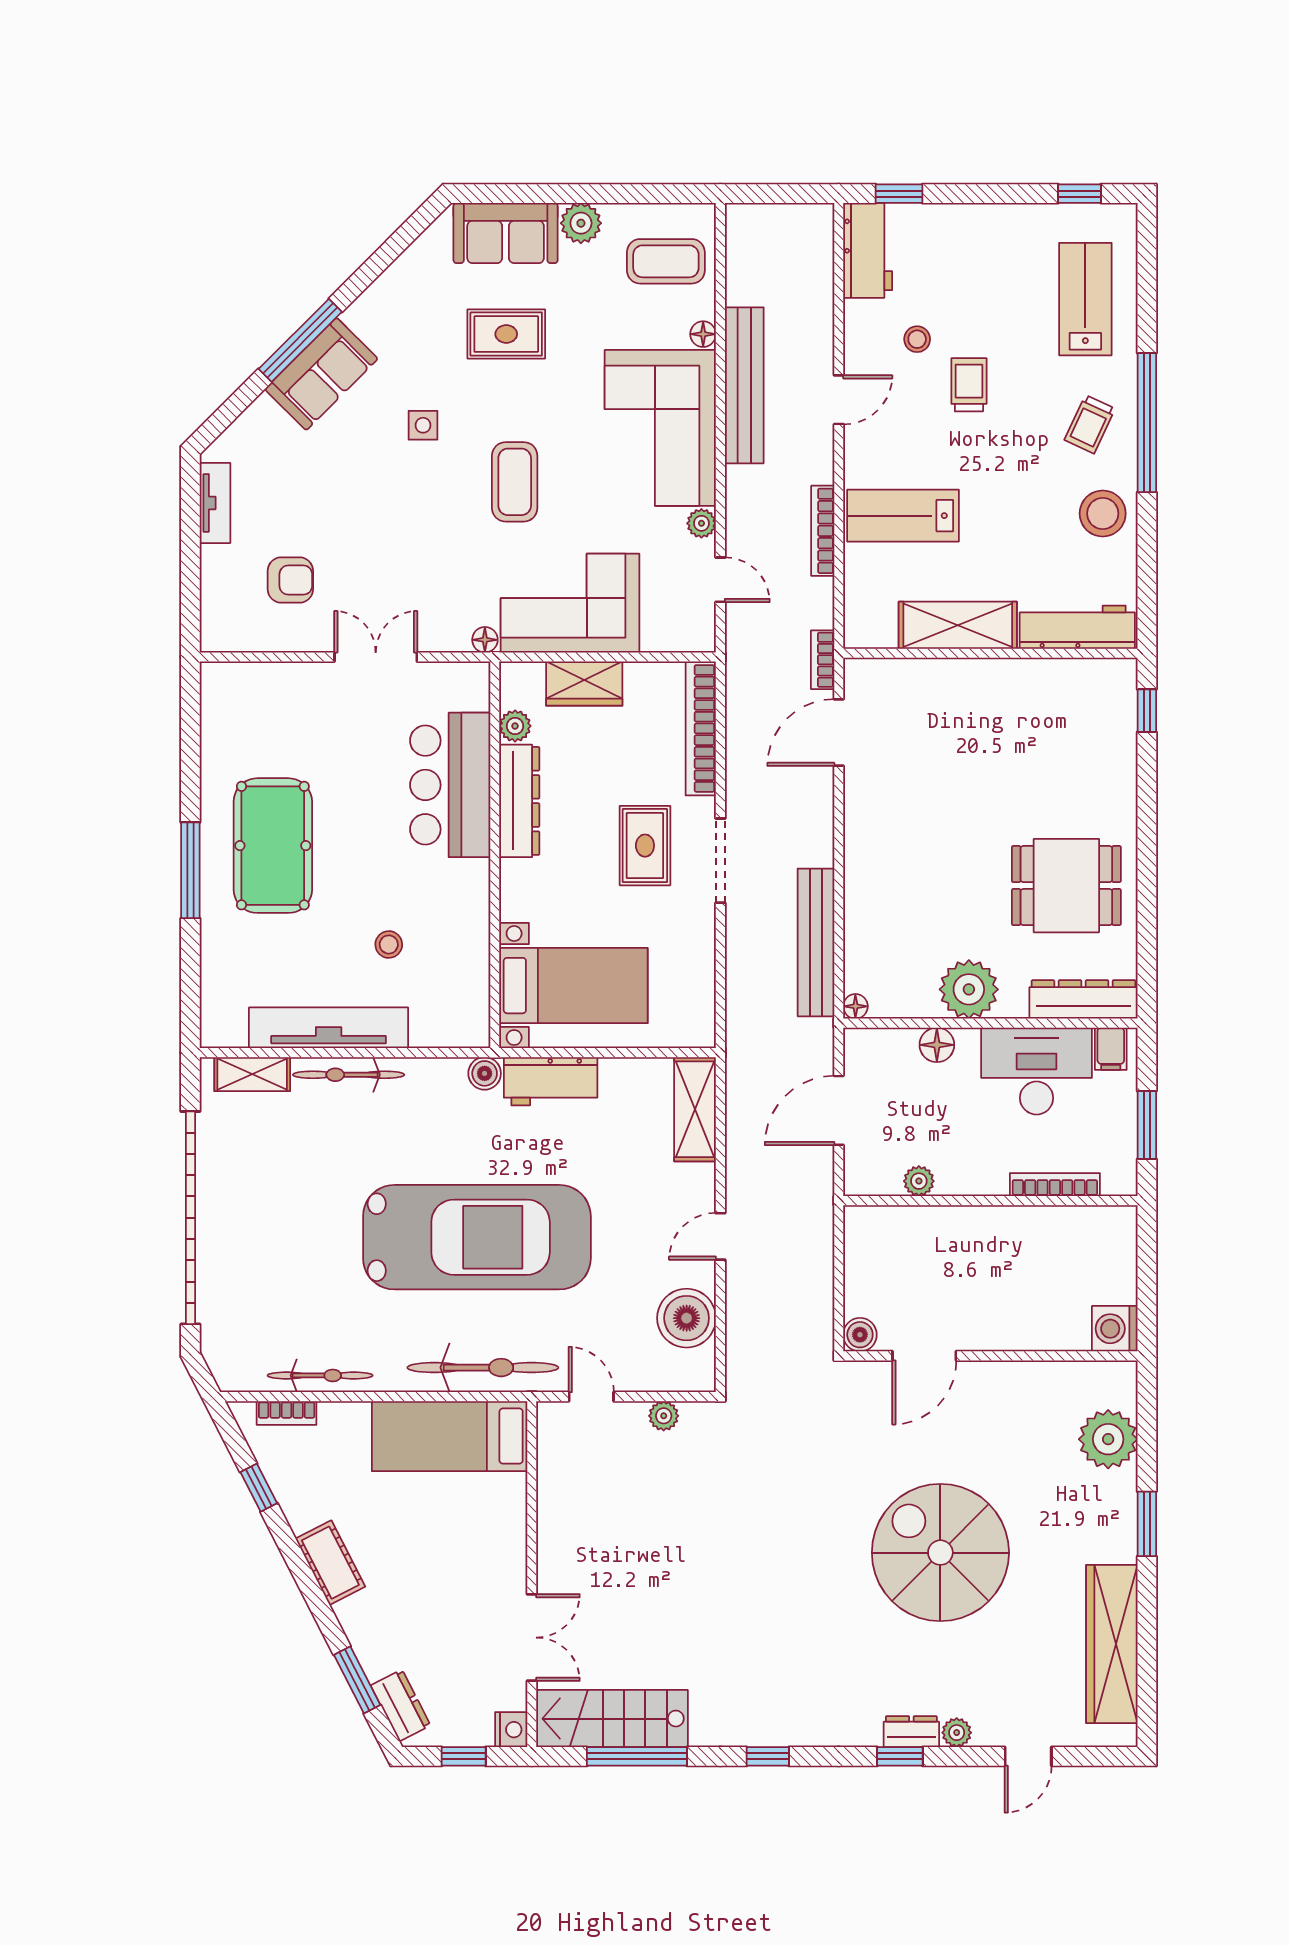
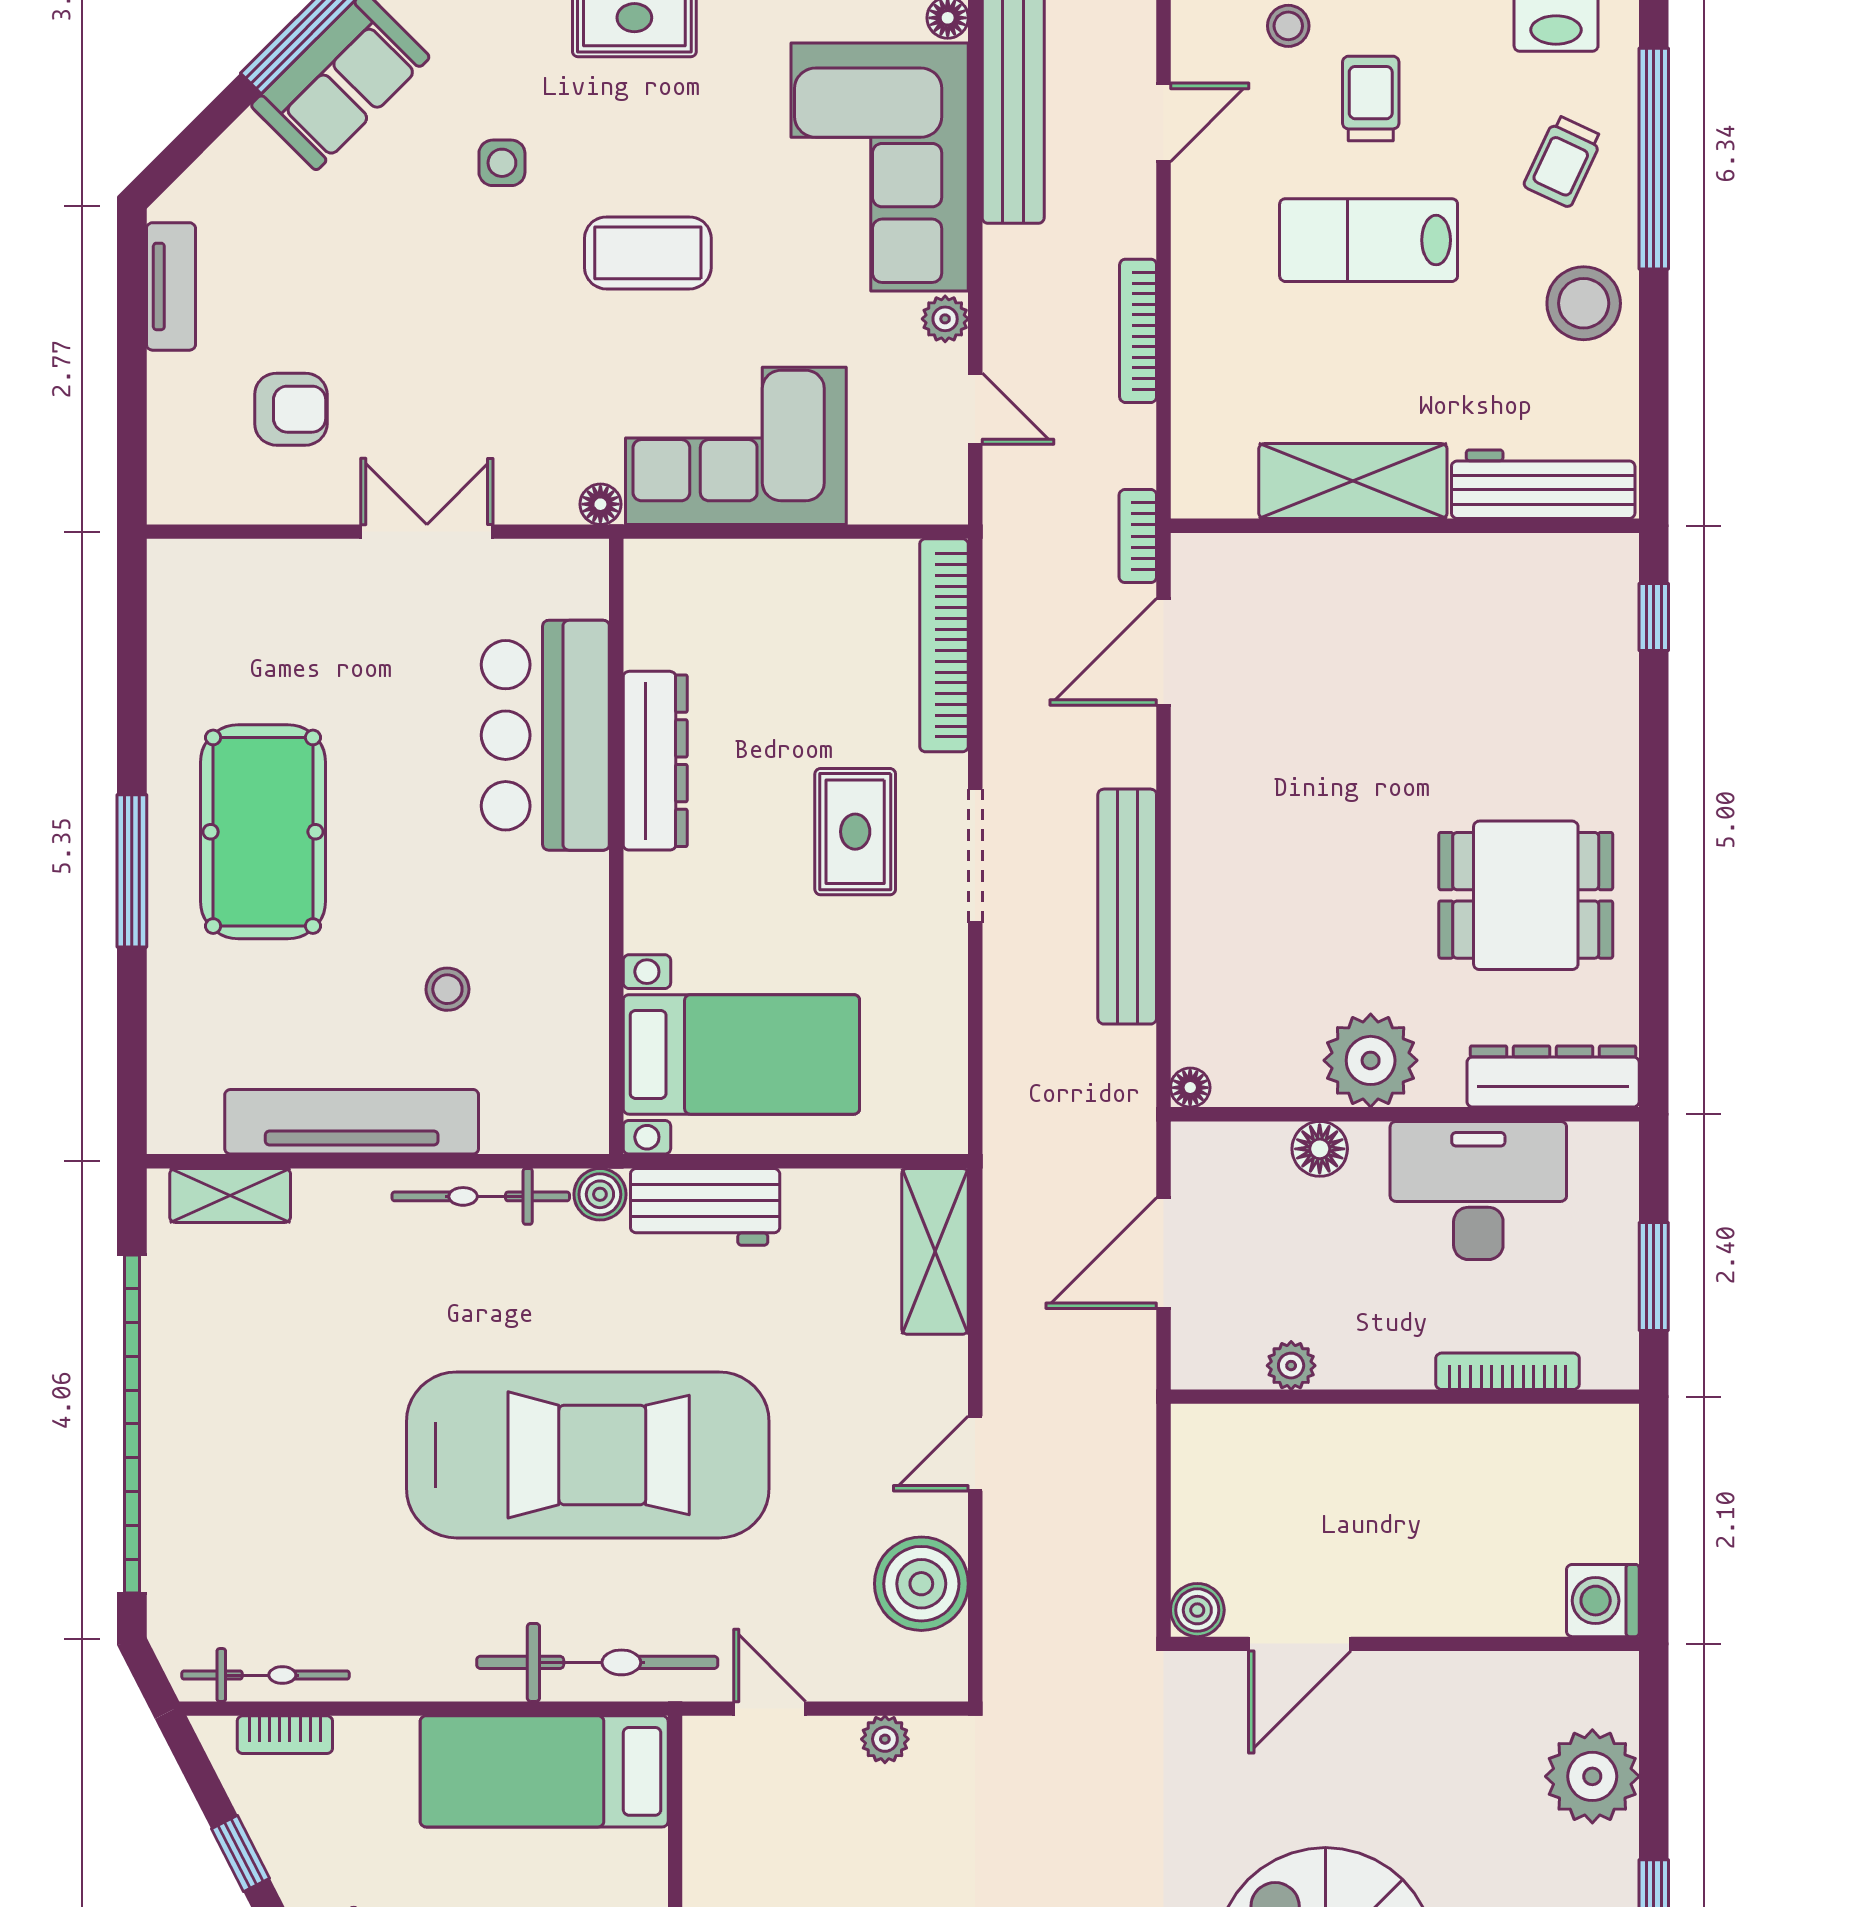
coffee table: (515, 482) -> (648, 253), turned 90
lab bench: (903, 516) -> (1369, 240), moved
wardrobe: (584, 684) -> (759, 574), removed
plant: (515, 726) -> (648, 641), removed
bench: (816, 942) -> (1127, 907), moved
filing cabinet: (1111, 1049) -> (1596, 1155), removed
bicycle: (349, 1075) -> (481, 1196), moved
bicycle: (320, 1375) -> (266, 1675), moved

